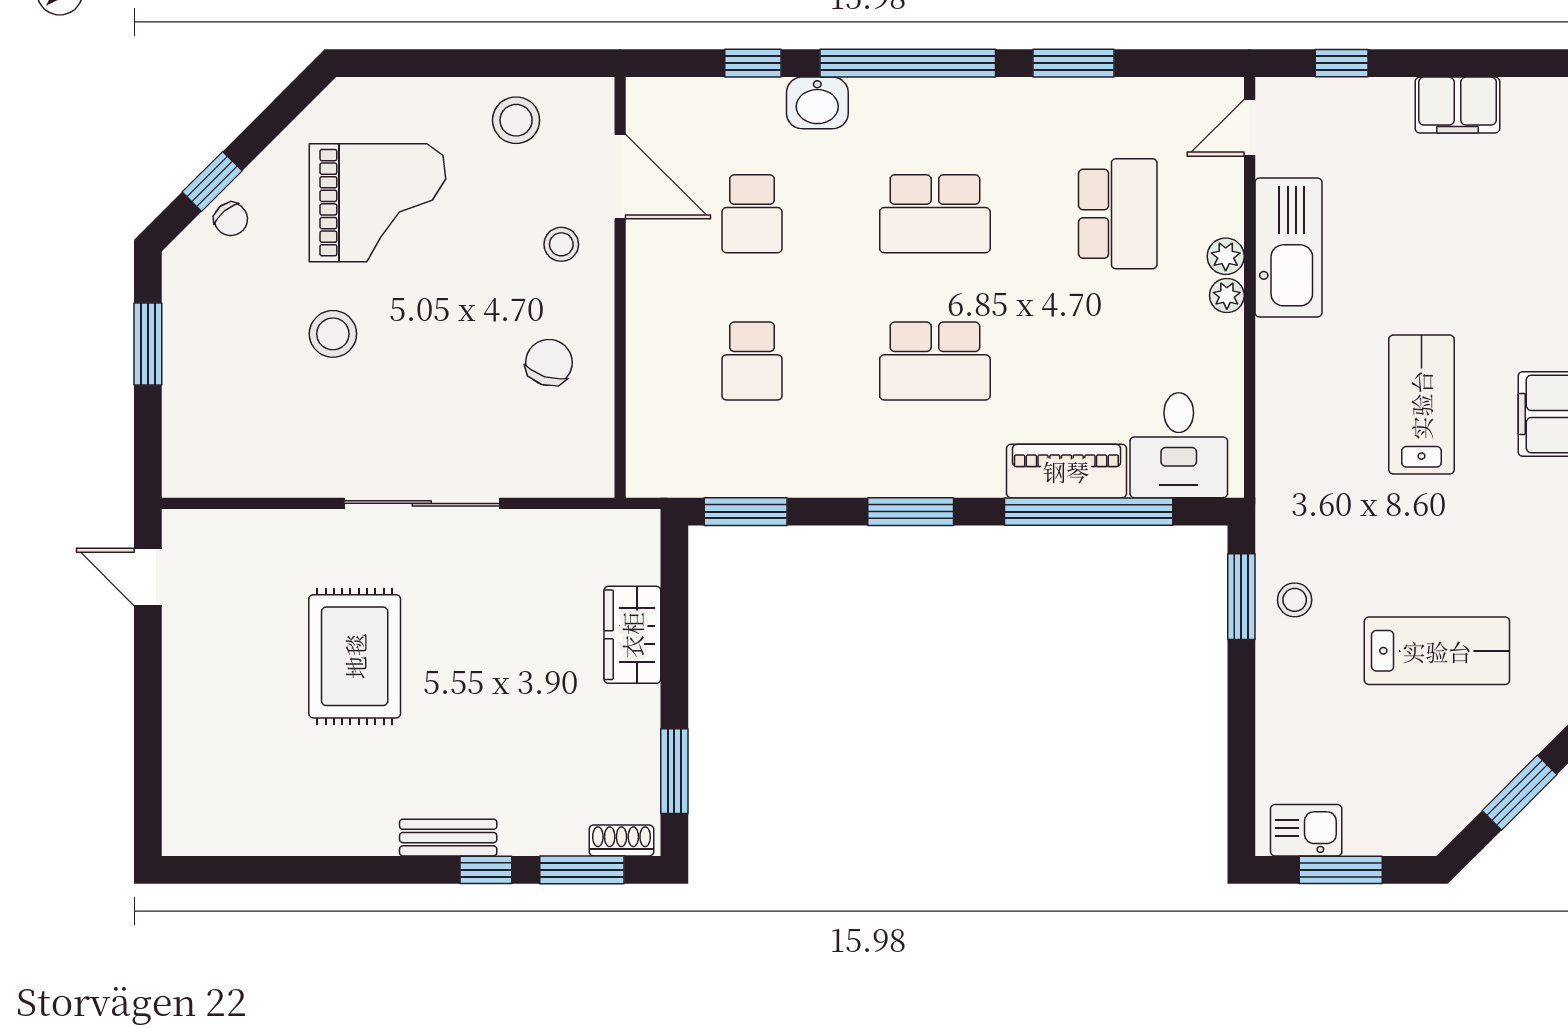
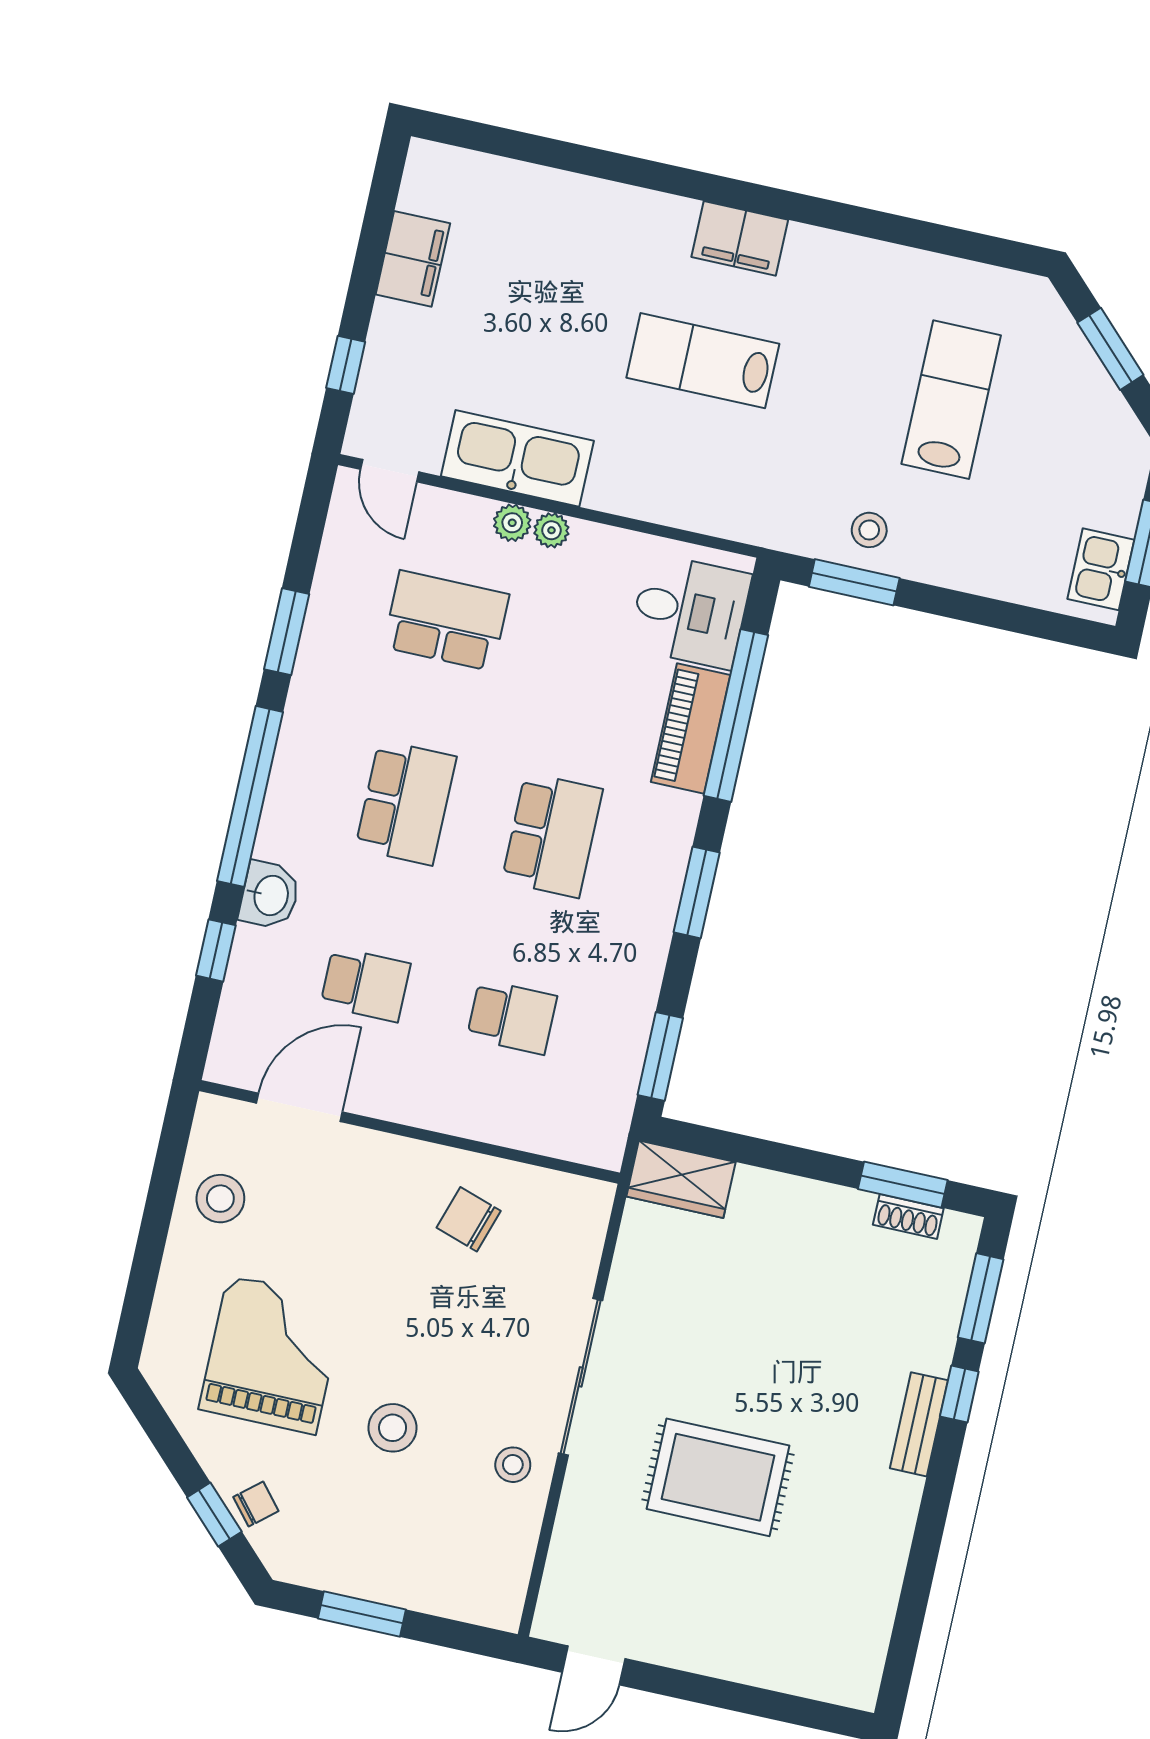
stool: (561, 244) -> (513, 1465), moved
wardrobe: (632, 635) -> (681, 1179), moved
shoe rack: (621, 840) -> (908, 1216), moved, turned -90

